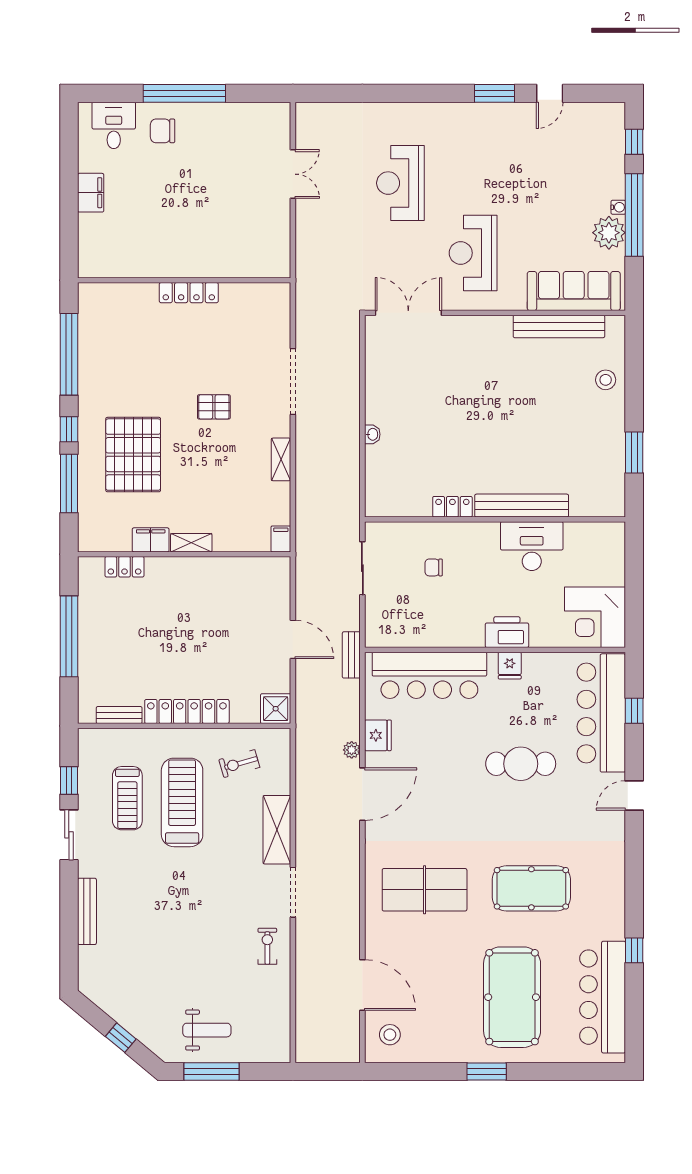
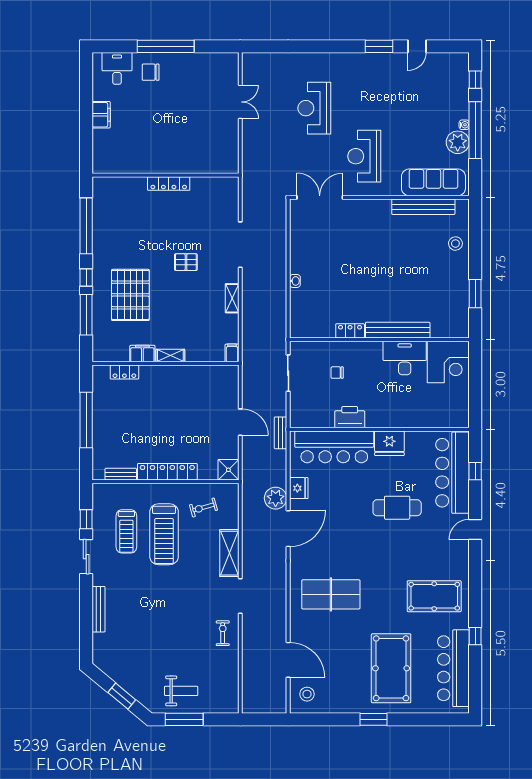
corner desk: (595, 617) -> (448, 362), moved, turned -90
printer: (507, 632) -> (350, 417), moved
fridge: (510, 666) -> (389, 443), width x1.88, depth x1.34
plant: (352, 750) -> (276, 498), width x1.88, depth x1.88
treadmill: (182, 802) -> (164, 534), turned 180
pool table: (531, 888) -> (434, 596), moved
window: (121, 1038) -> (122, 696), width x1.50

